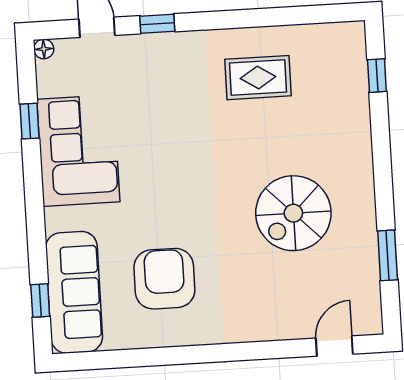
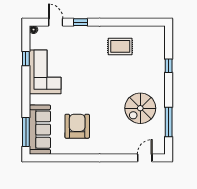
window: (377, 76) -> (169, 66), moved
spiral stairs: (293, 213) -> (140, 108), moved
window: (388, 255) -> (169, 122), width x1.44
window: (40, 300) -> (26, 132), width x2.17

